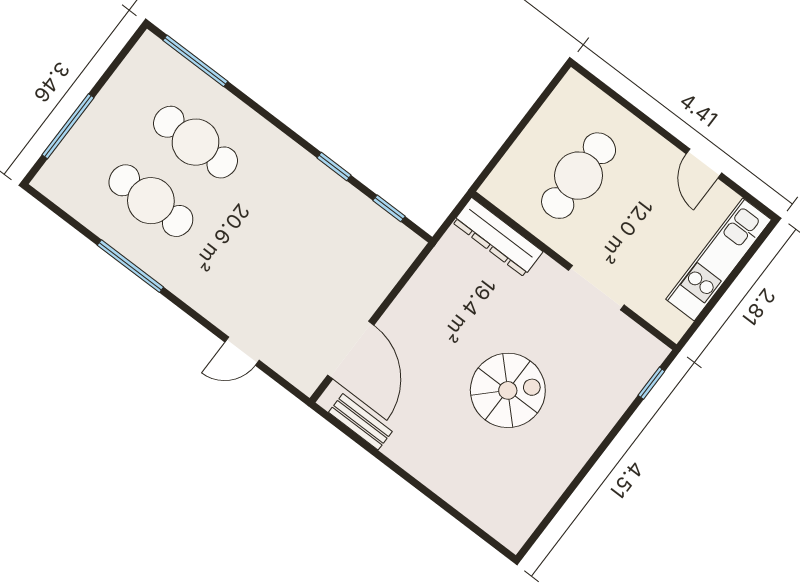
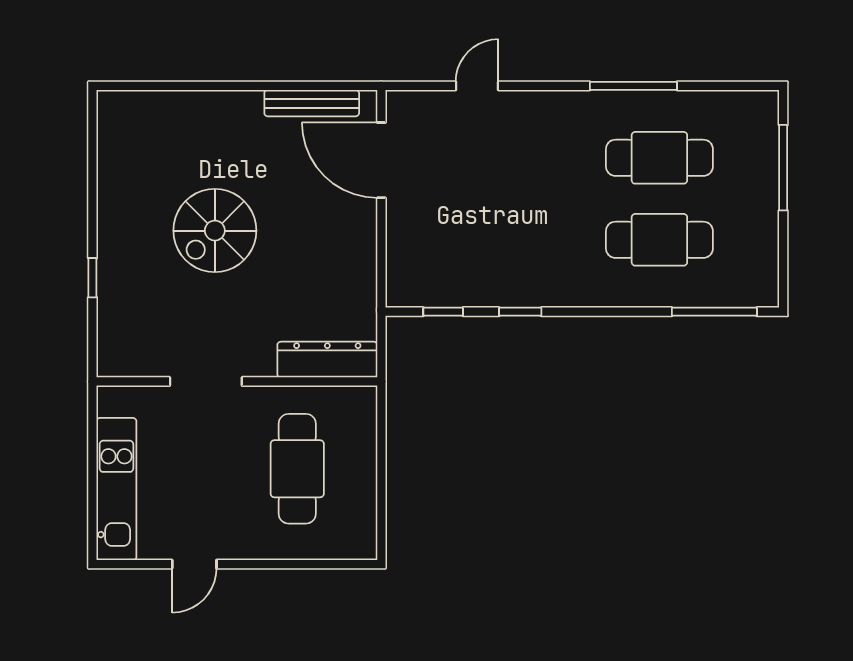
door: (704, 163) -> (194, 564), swing flipped
window: (651, 383) -> (92, 278), moved
bench: (360, 422) -> (312, 103), width x1.36

